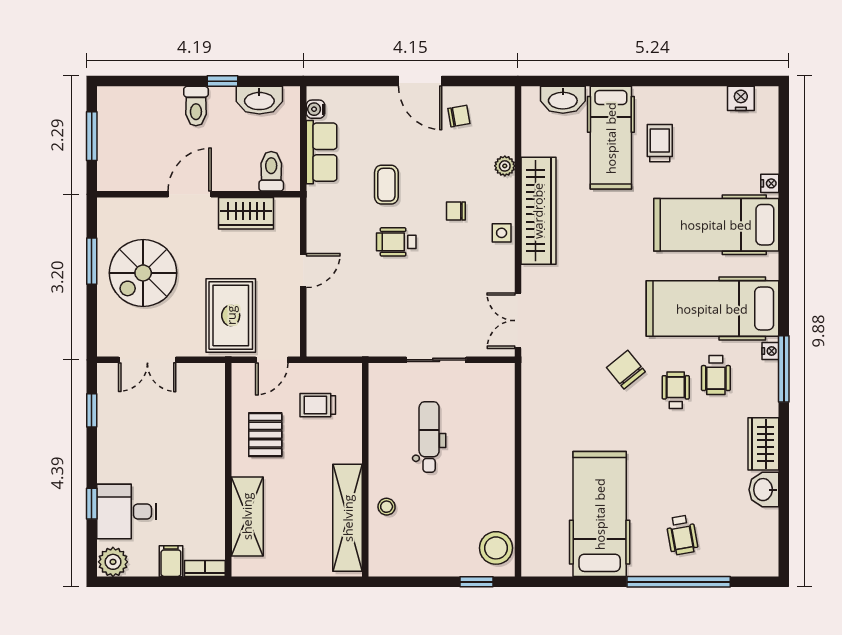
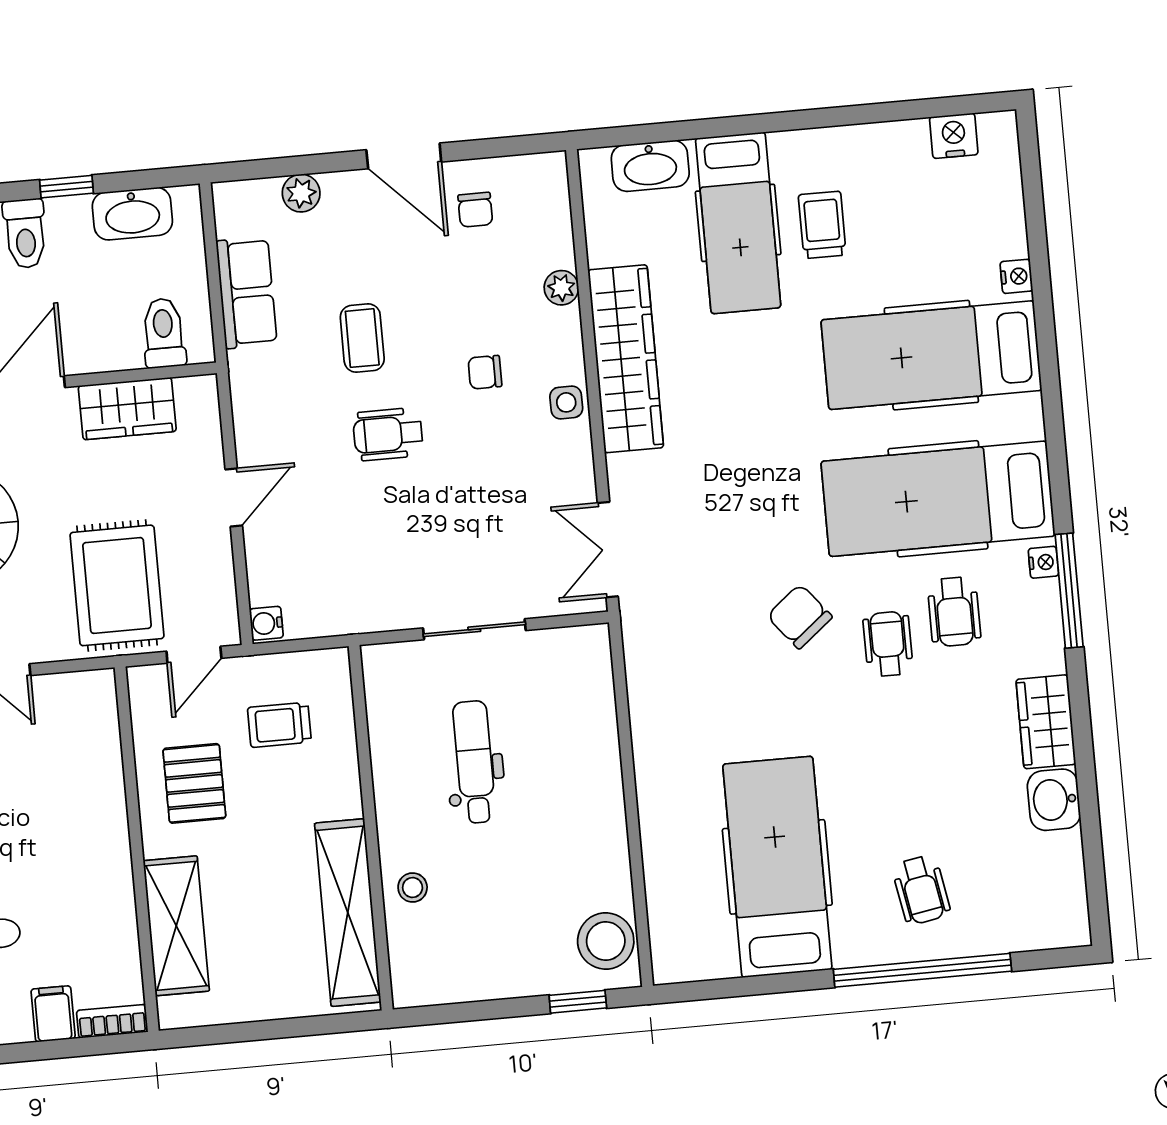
plant: (359, 97) -> (301, 193), added
water cooler: (316, 109) -> (266, 623), moved
chair: (459, 116) -> (475, 210), turned 100

